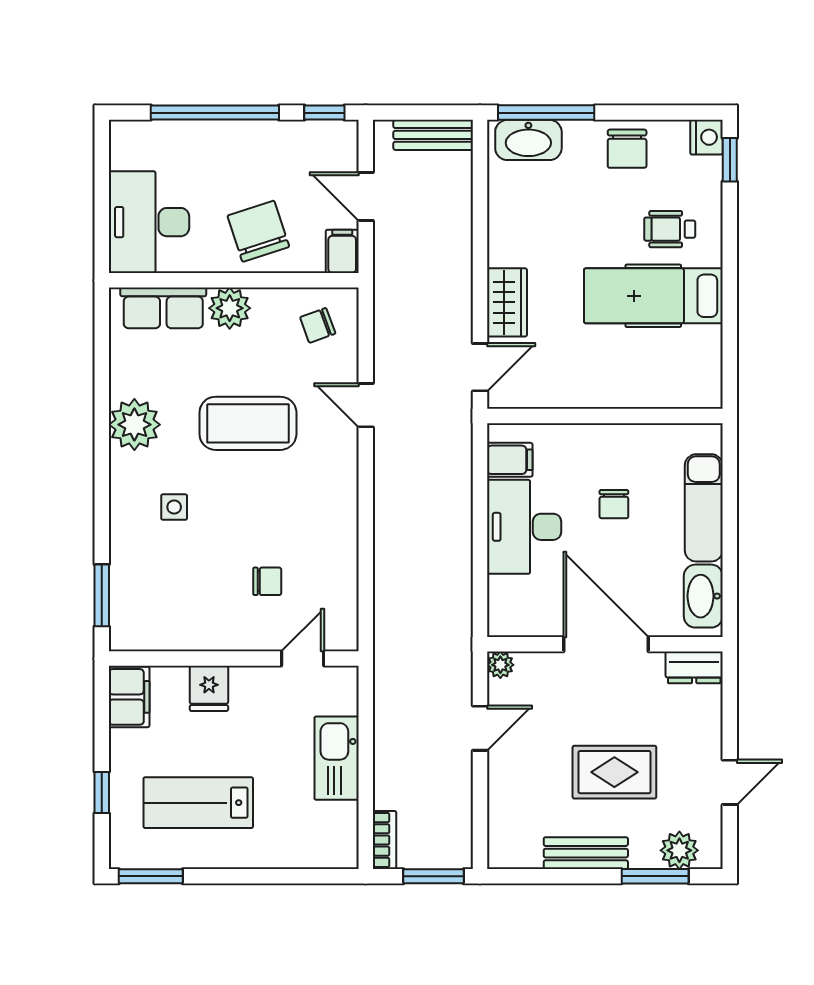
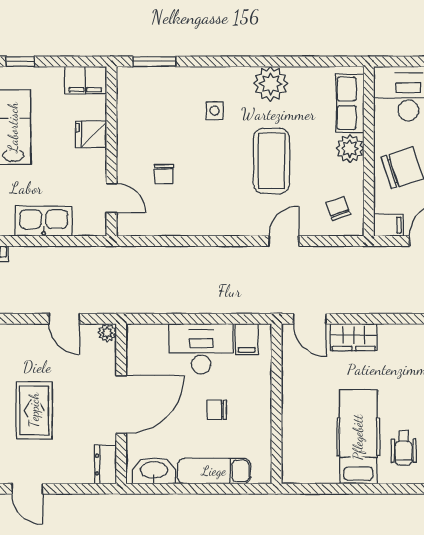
wheelchair: (670, 229) -> (404, 448), turned 180

